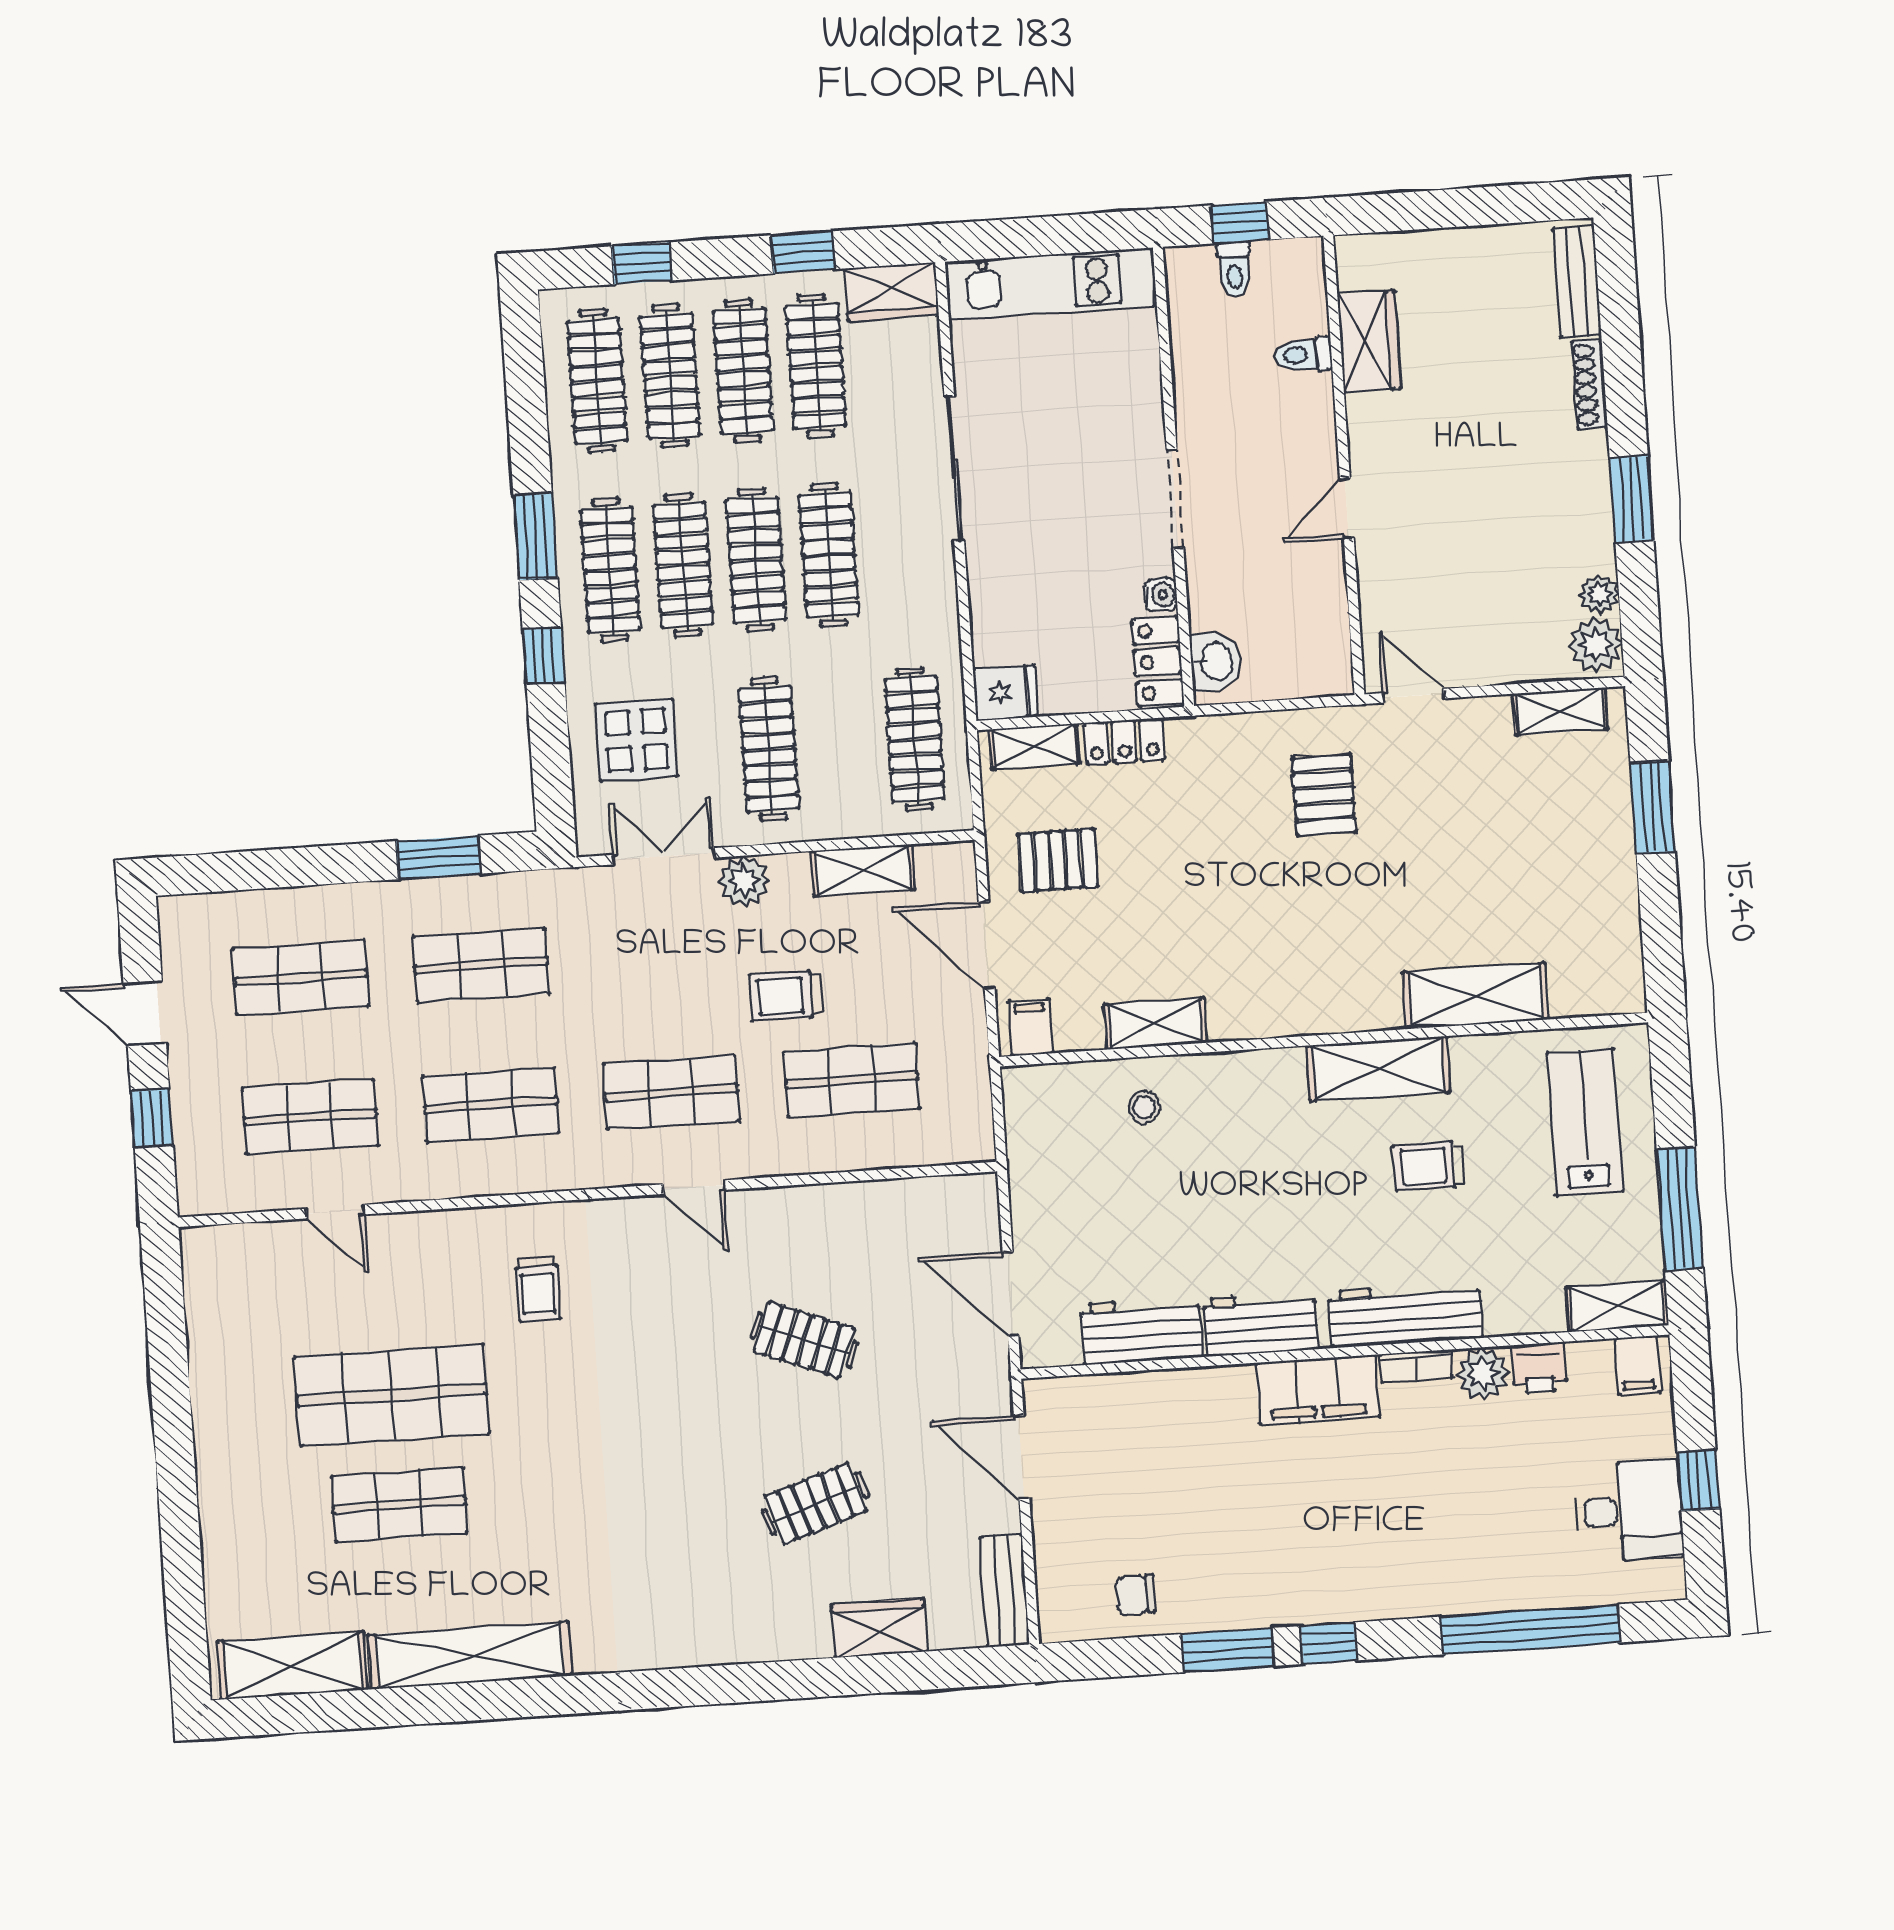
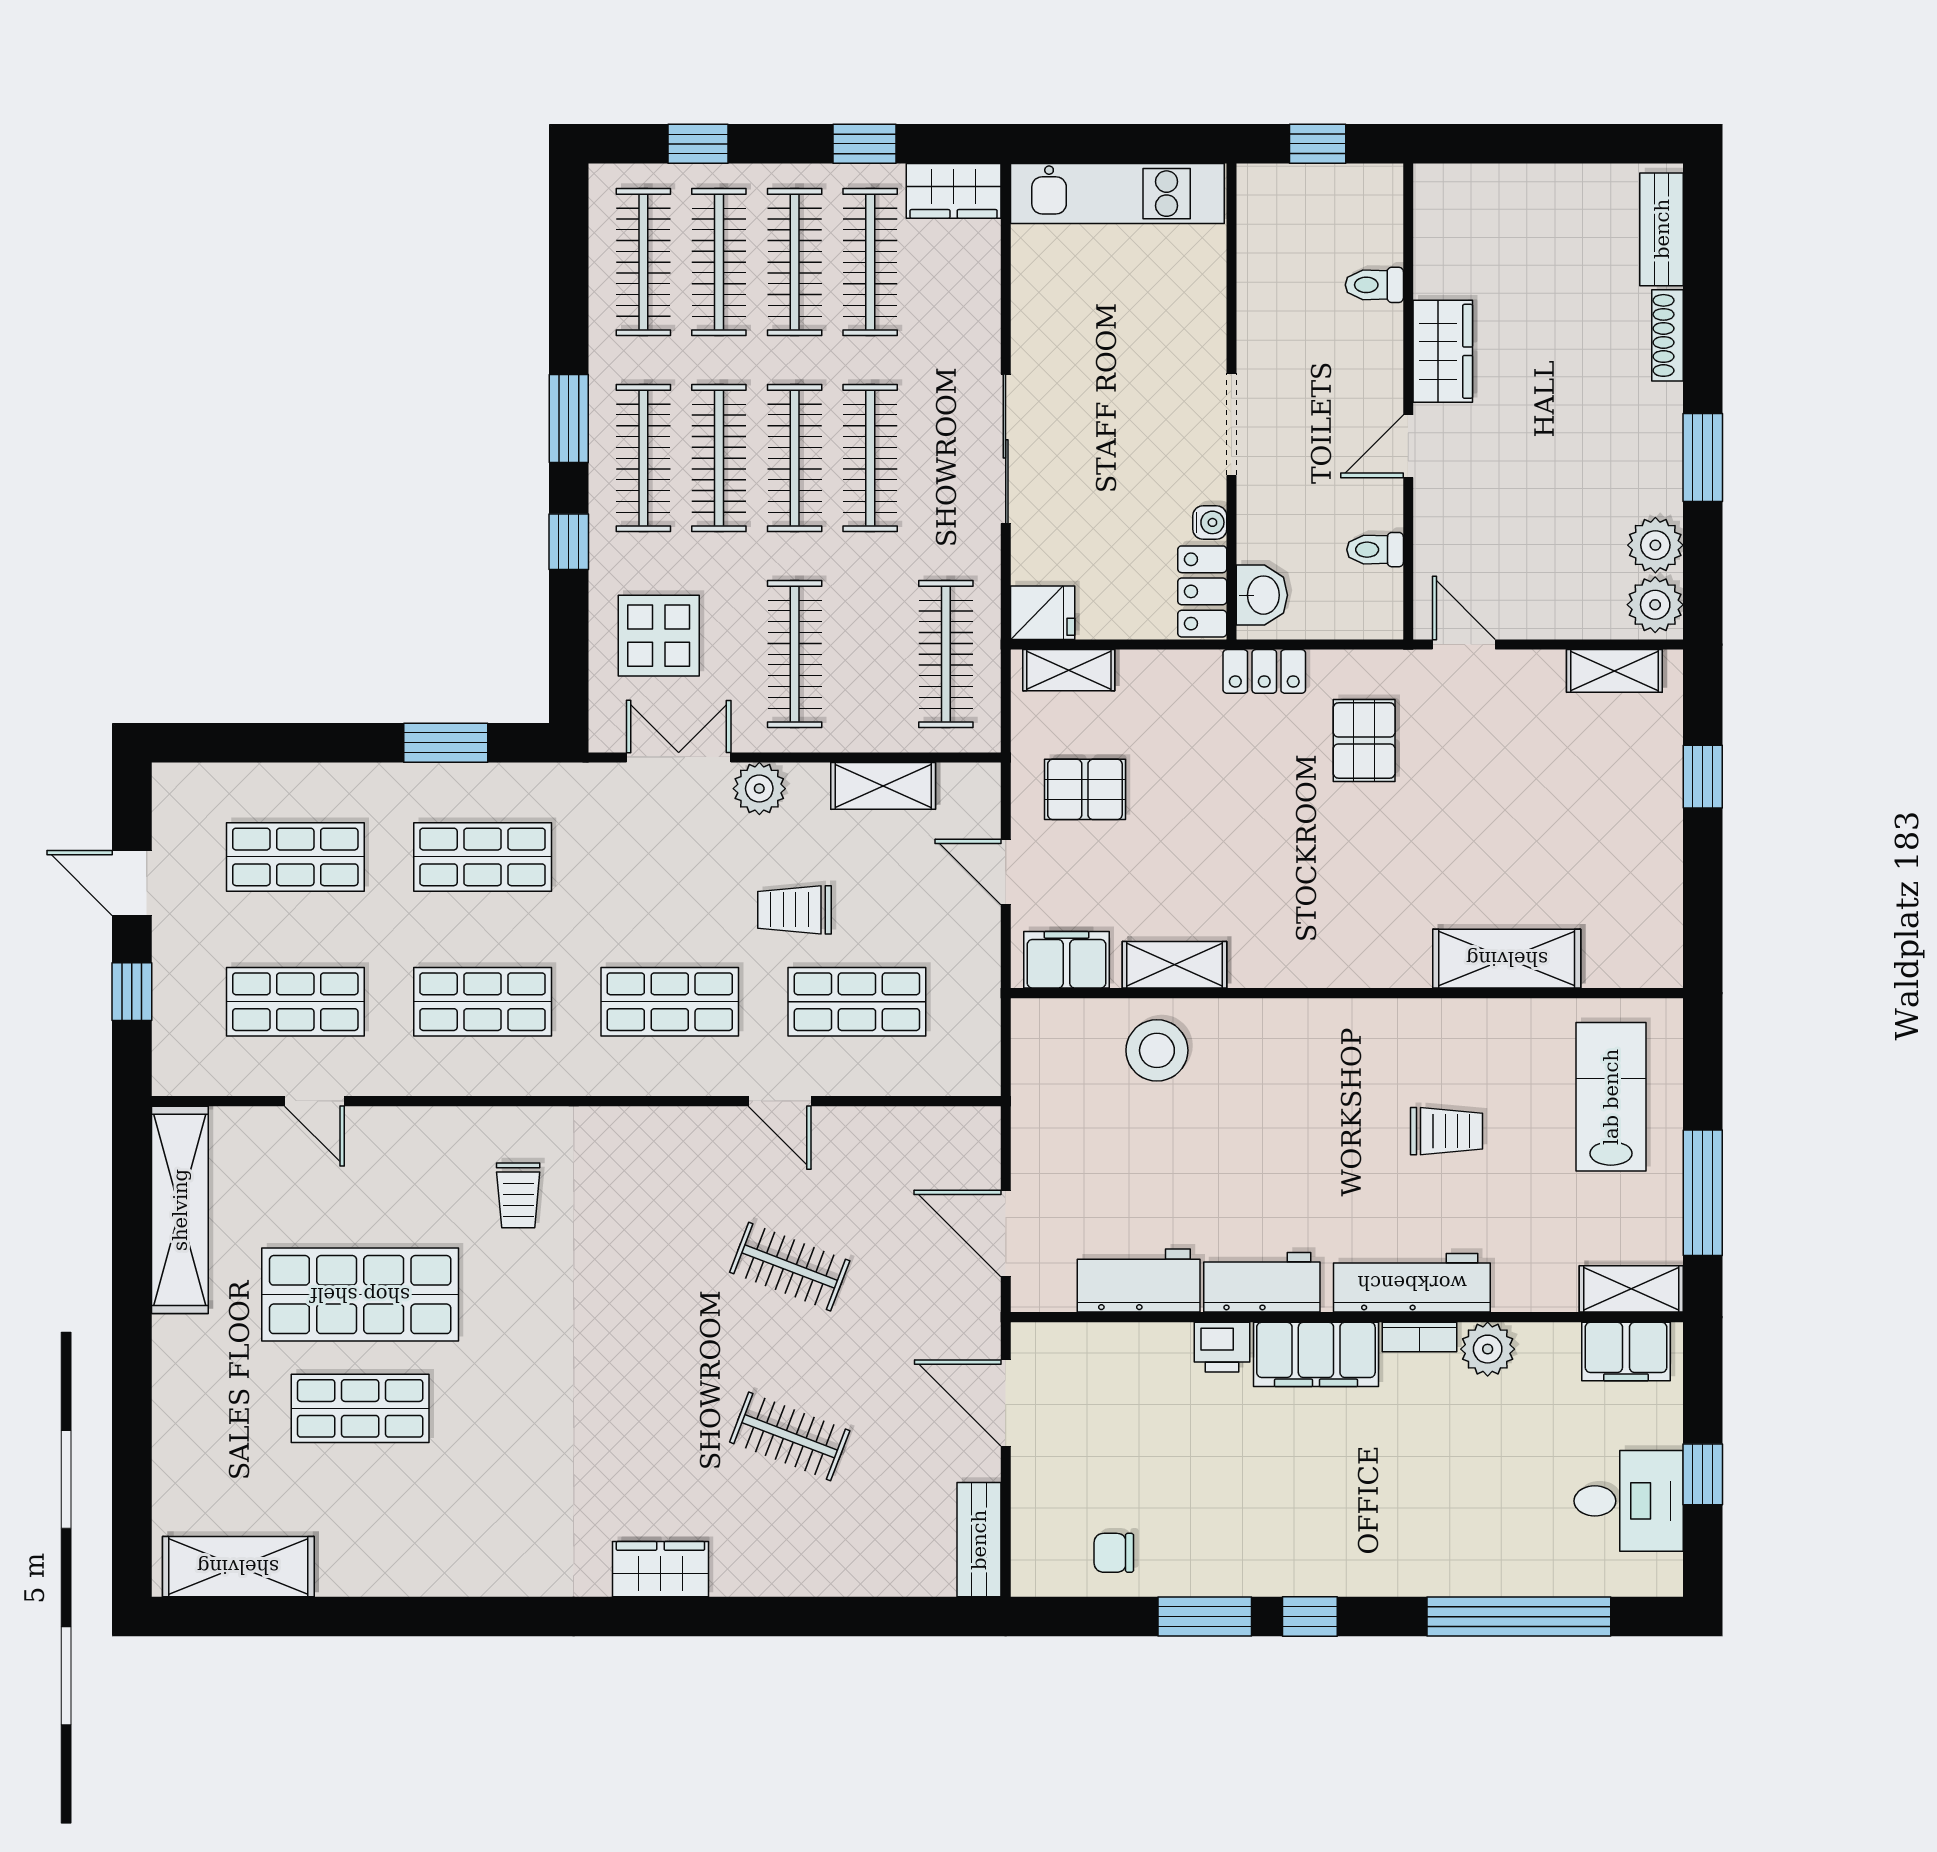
toilet: (1234, 269) -> (1375, 550), moved, turned 90
wardrobe: (1369, 342) -> (1443, 351), moved
sliding door: (954, 469) -> (1006, 449), moved
plant: (1599, 594) -> (1655, 545), width x1.38, depth x1.38
locker: (1124, 742) -> (1264, 671), moved
window: (1653, 807) -> (1703, 777), width x0.67
door: (987, 945) -> (1006, 872), width x0.73
filing cabinet: (1031, 1027) -> (1066, 960), width x2.00
shelving: (1378, 1069) -> (1401, 1027), removed
stool: (1144, 1107) -> (1157, 1050), width x1.89, depth x1.89
trolley: (1429, 1166) -> (1446, 1131), turned 180
door: (694, 1187) -> (780, 1101), moved
filing cabinet: (1638, 1365) -> (1626, 1351), width x2.00
printer: (1539, 1368) -> (1222, 1347), moved
clothes rail: (815, 1504) -> (790, 1436), turned 39
wardrobe: (879, 1628) -> (660, 1569), moved
shelving: (469, 1655) -> (180, 1210), moved, turned 90

